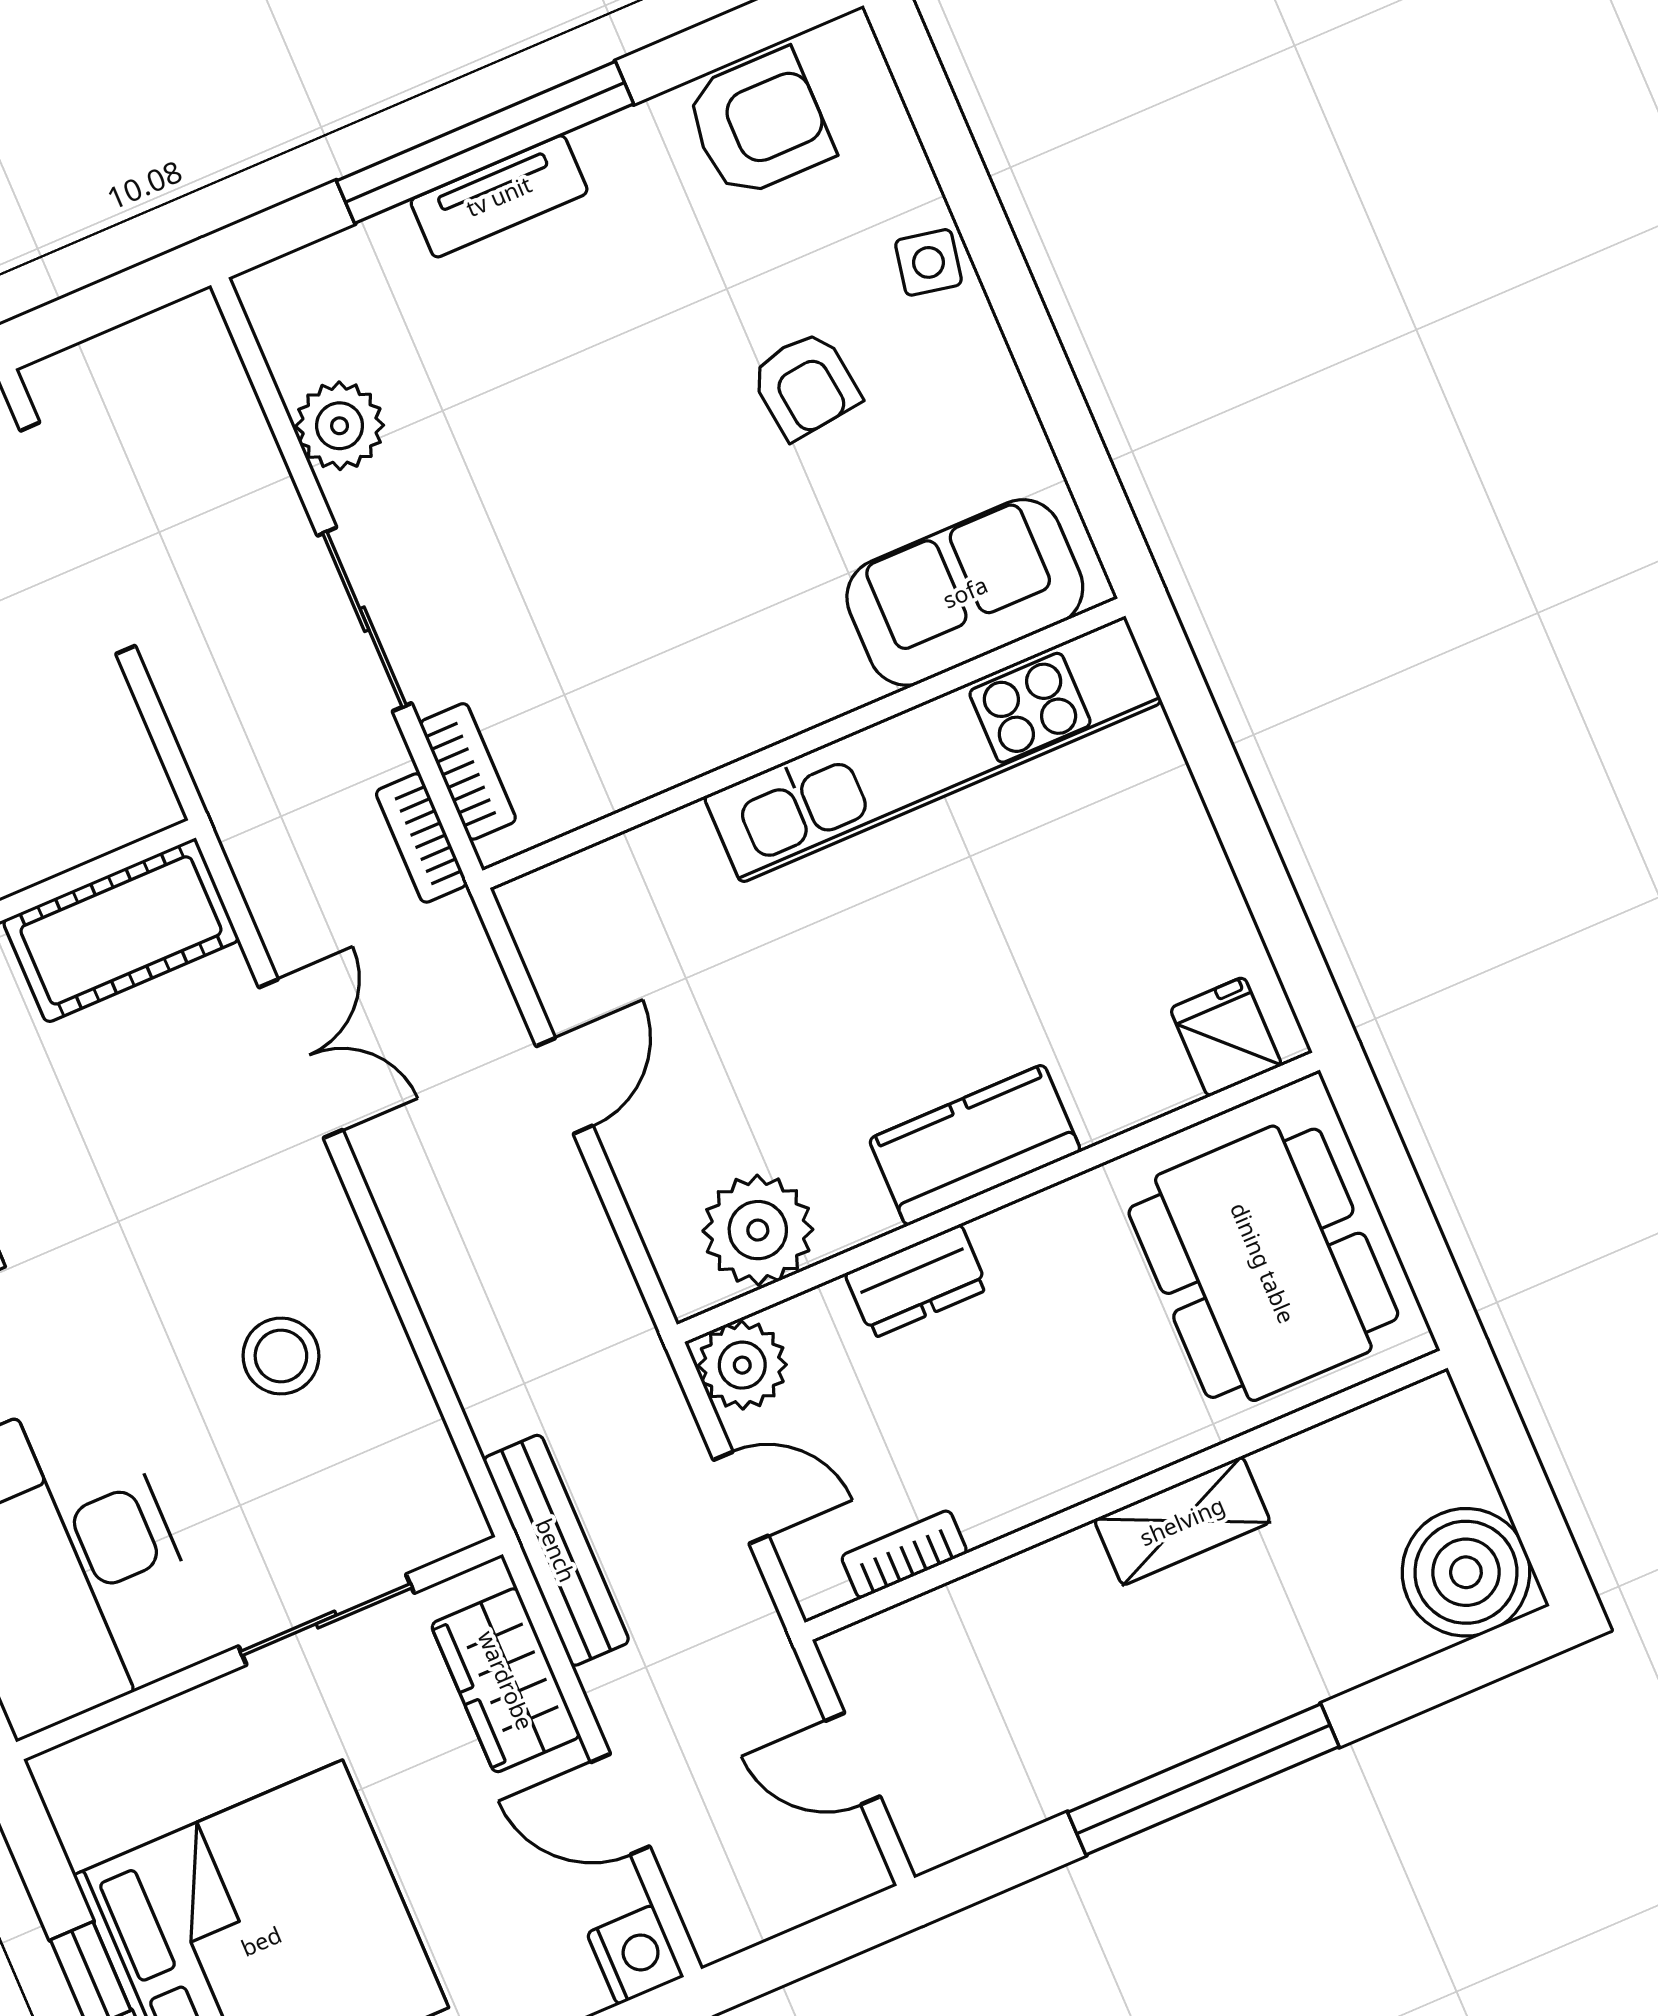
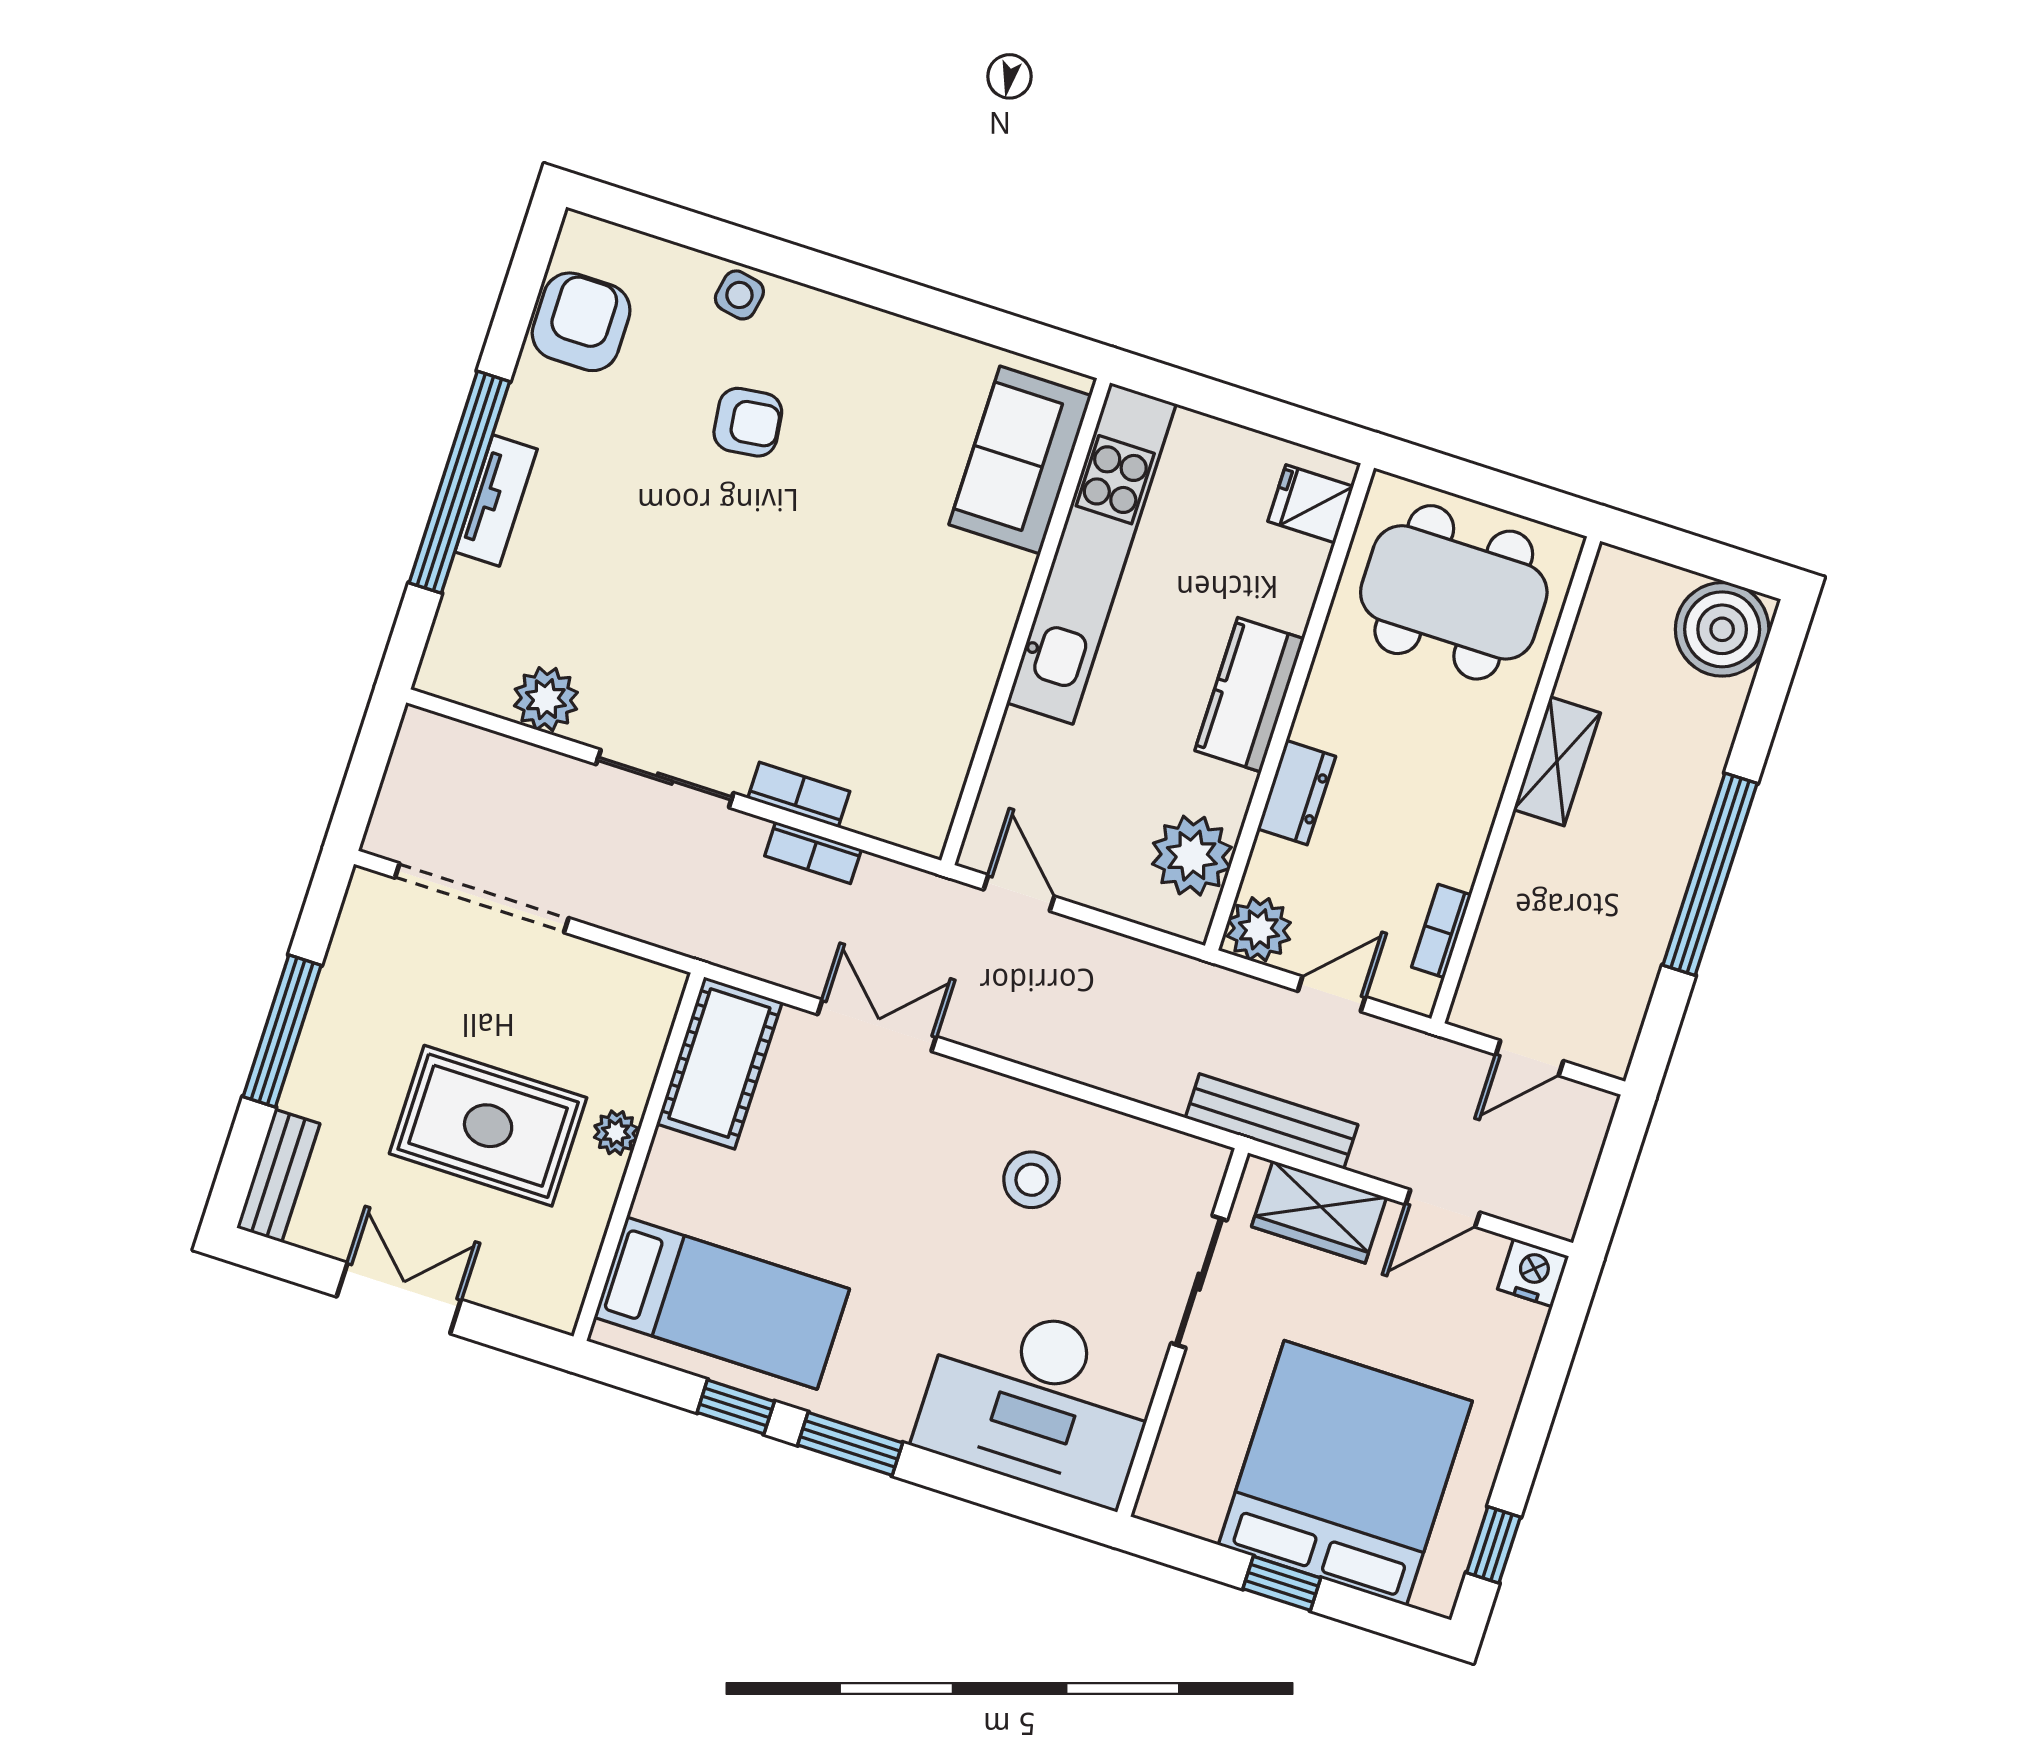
sofa: (965, 592) -> (1020, 460), moved
wall: (804, 743) -> (1026, 622), moved
kitchen unit: (933, 749) -> (1091, 553), moved

